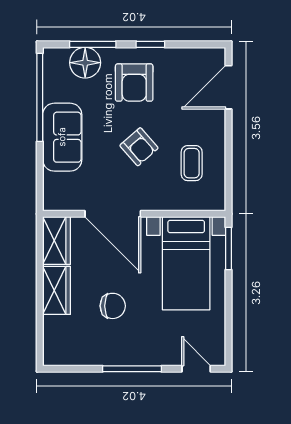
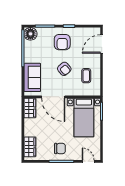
floor lamp: (85, 63) -> (30, 34), moved
sofa: (62, 137) -> (32, 77), moved
wardrobe: (56, 290) -> (30, 147), moved
chair: (113, 306) -> (60, 148), moved

